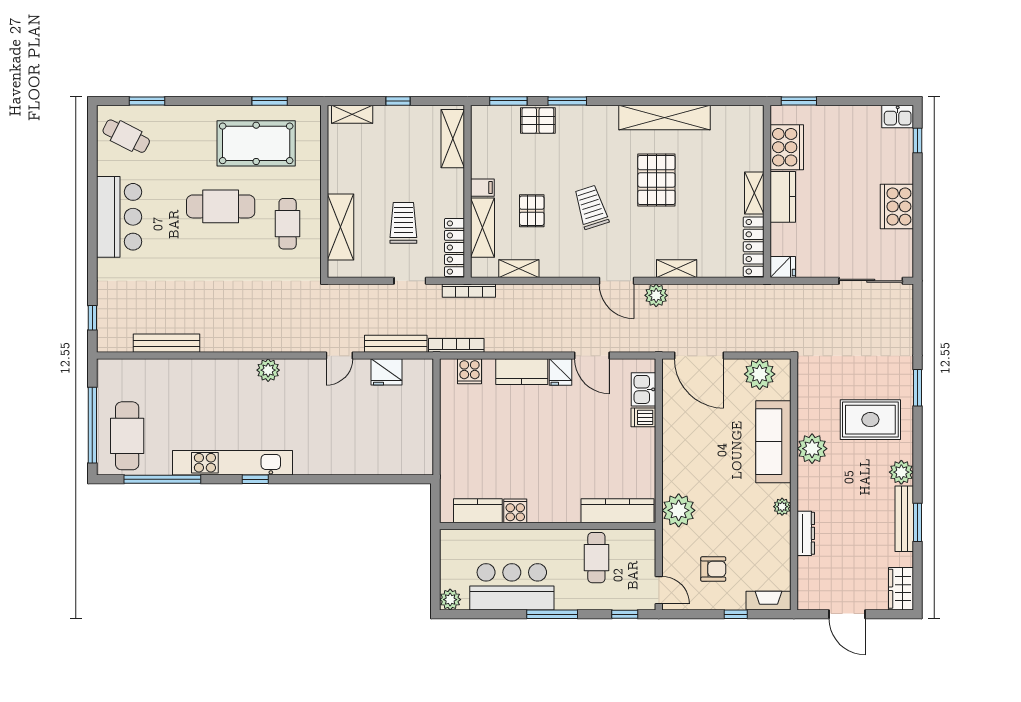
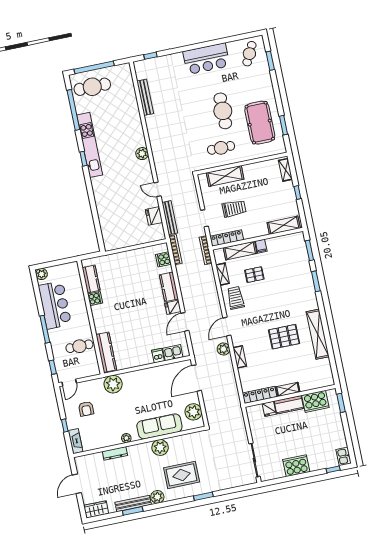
pallet: (538, 121) -> (302, 268), removed
trolley: (591, 207) -> (236, 298), moved, turned -72
fridge: (783, 267) -> (269, 409), moved
rug: (870, 420) -> (182, 475), turned 90

